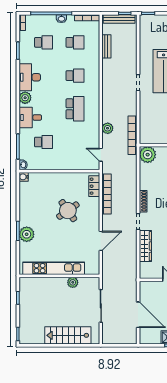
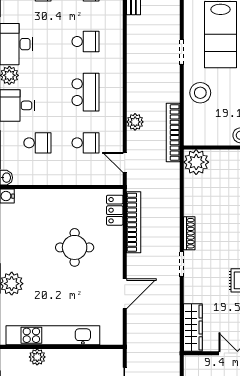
stool: (150, 109) -> (200, 93), added
school desk: (75, 142) -> (85, 143), added
round table: (68, 211) -> (75, 247), turned 35
wardrobe: (145, 246) -> (193, 327), moved
plant: (73, 282) -> (37, 357), moved

